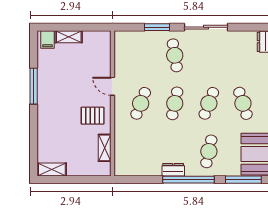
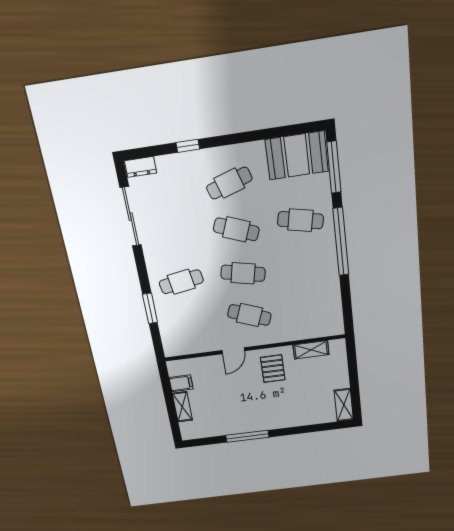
sliding door: (206, 27) -> (131, 217), moved
filing cabinet: (47, 40) -> (181, 383), moved
dresser: (173, 170) -> (330, 263), removed

